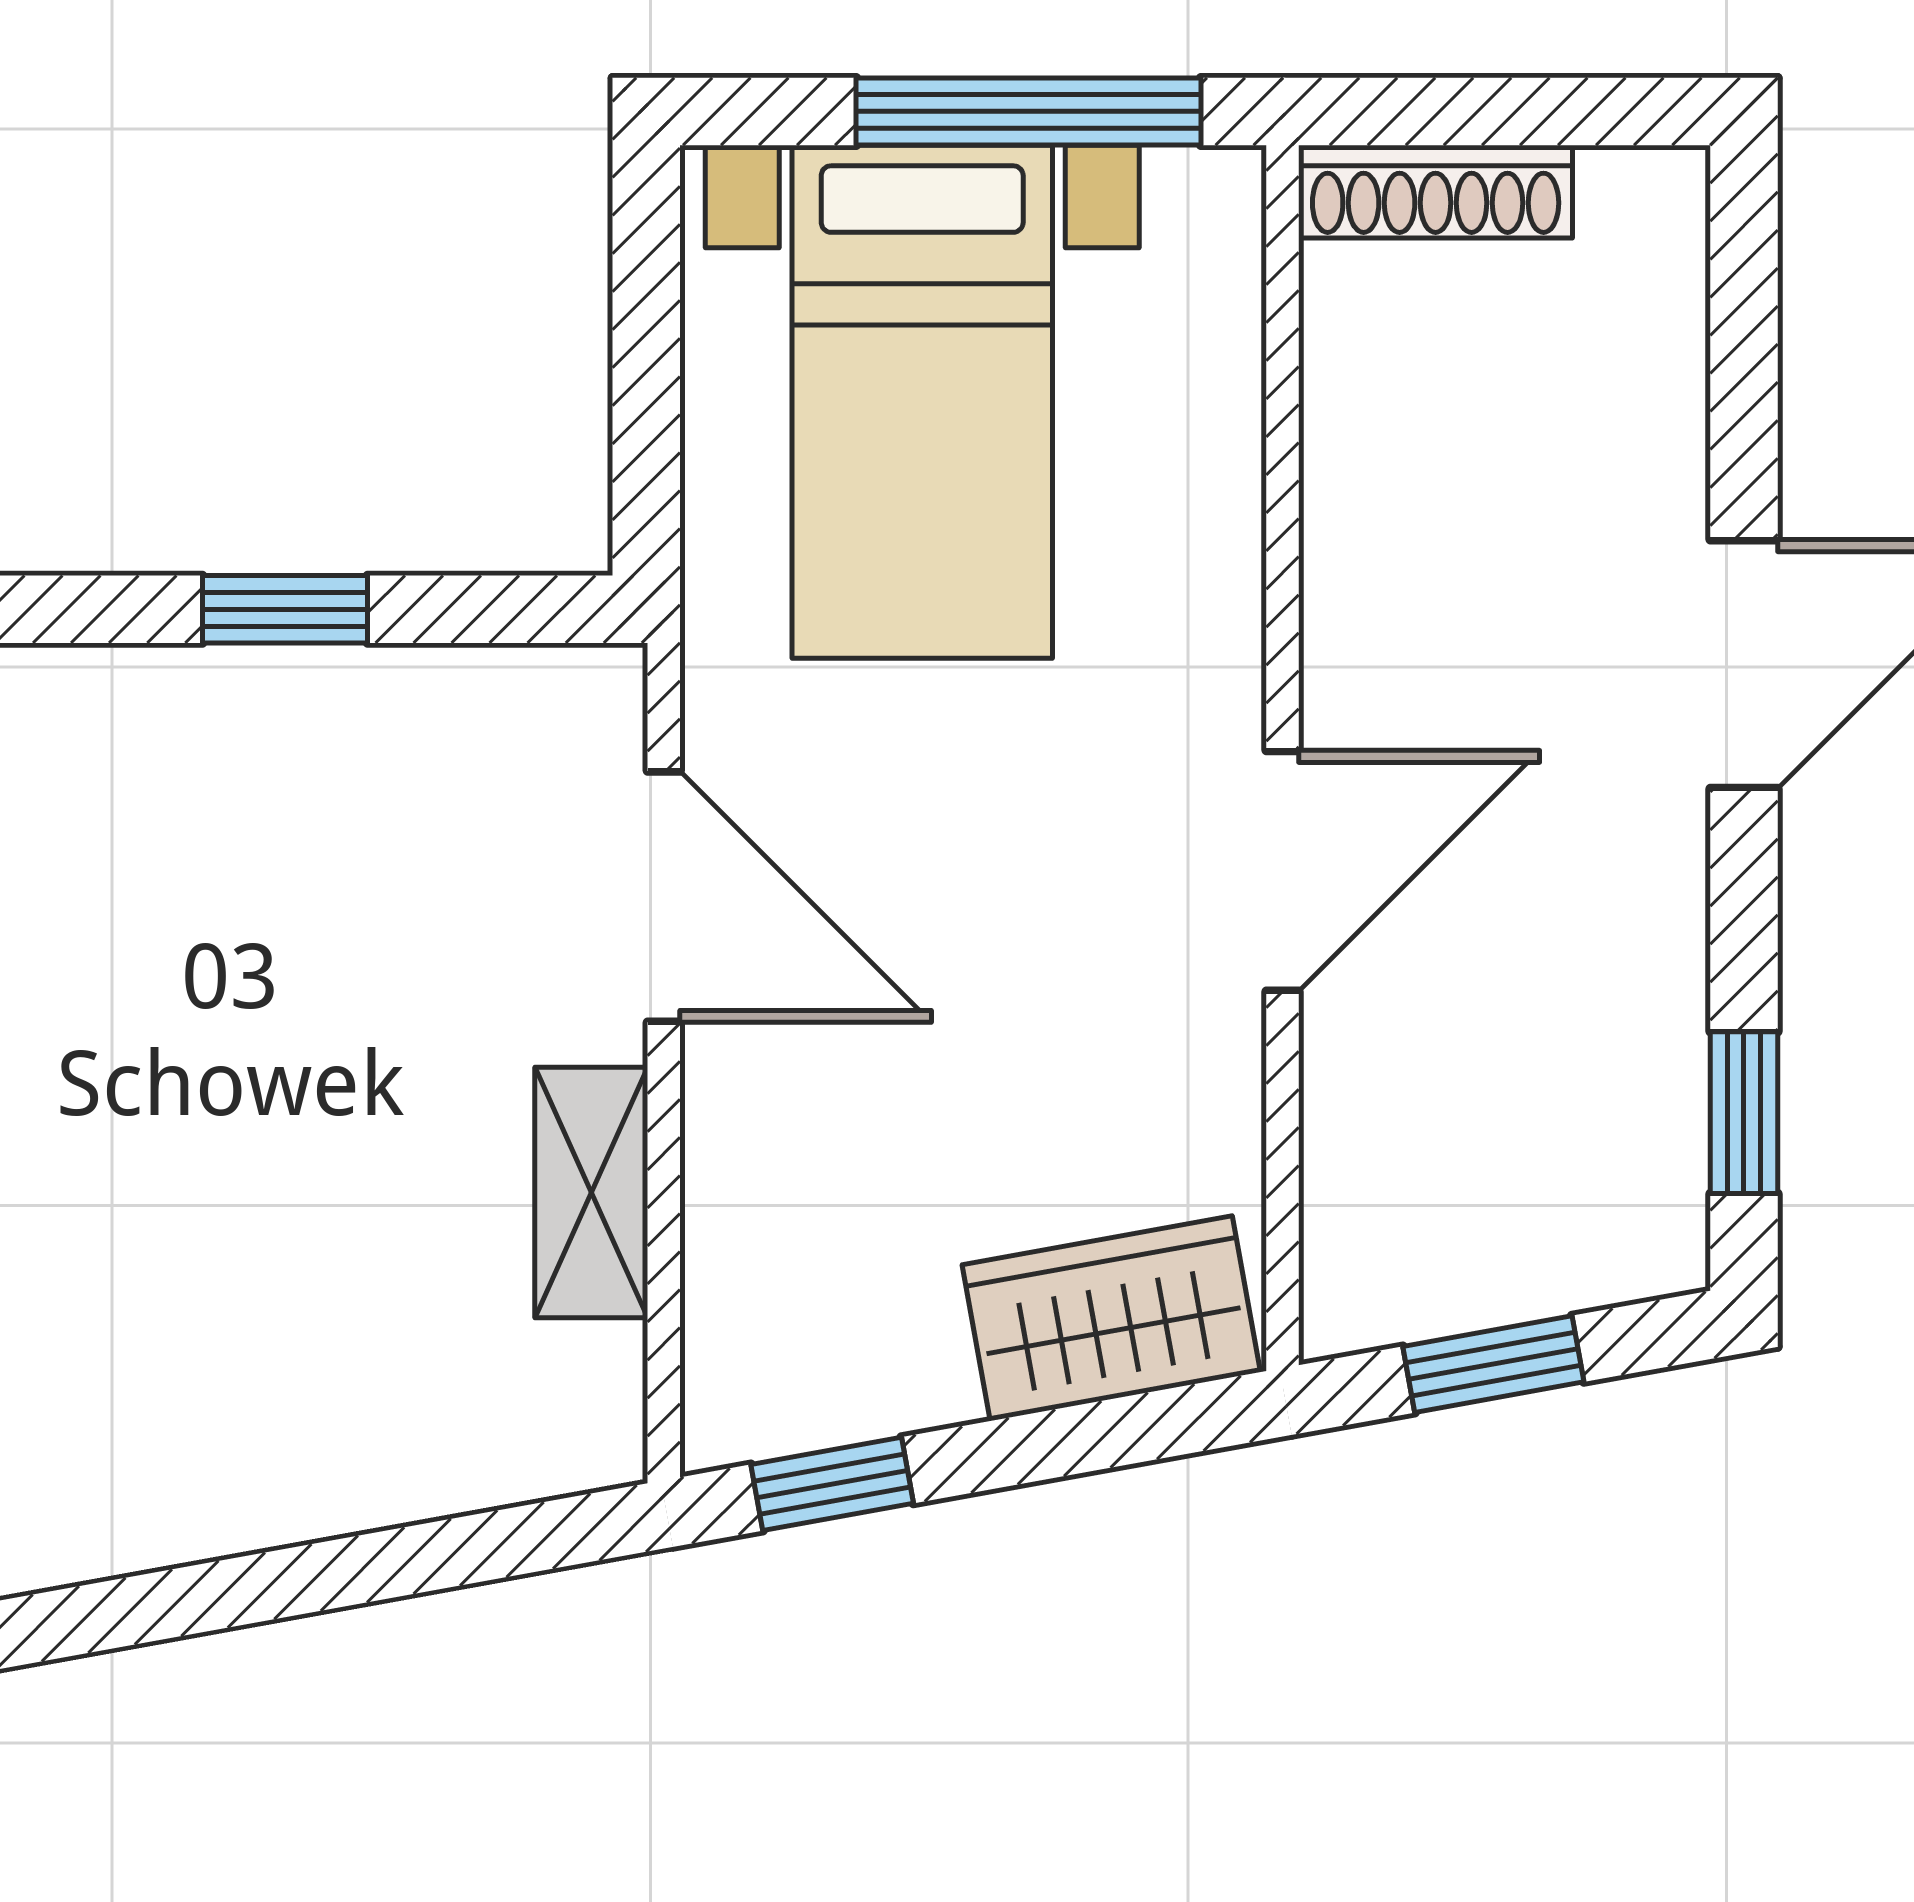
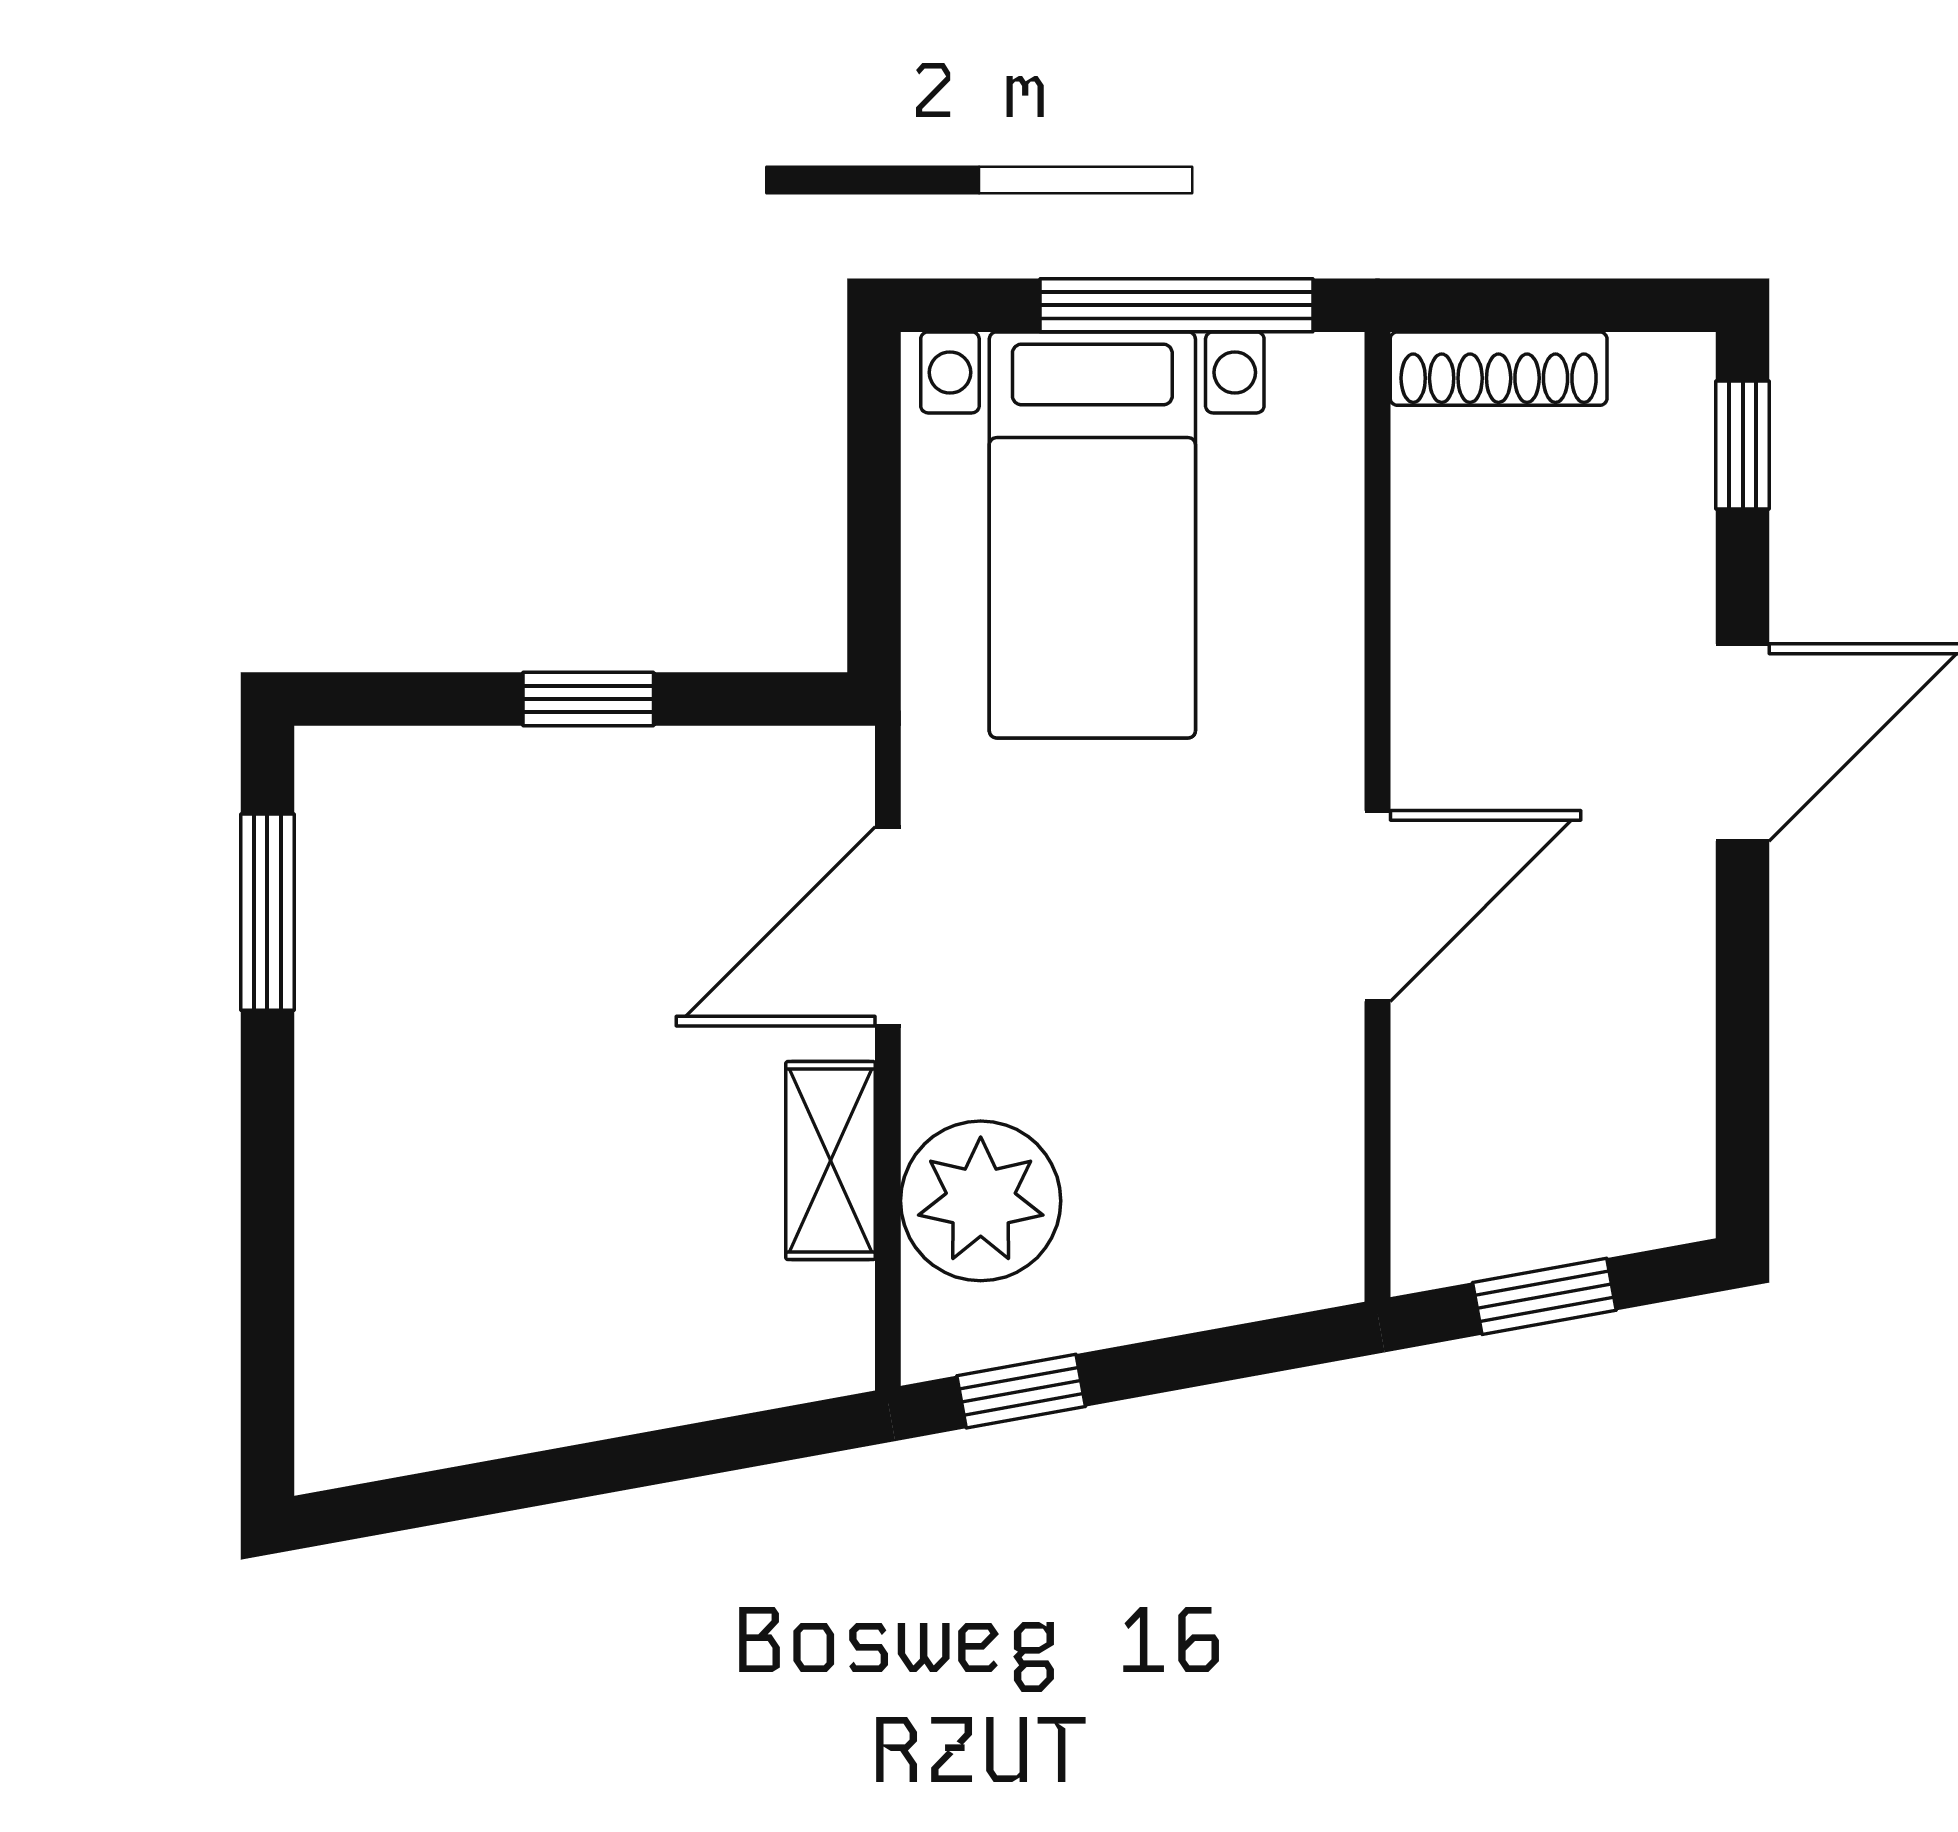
door: (664, 897) -> (888, 926), swing flipped
window: (1744, 1113) -> (1743, 445), moved
plant: (781, 1244) -> (981, 1201), added
wardrobe: (1111, 1318) -> (1242, 1260), removed

